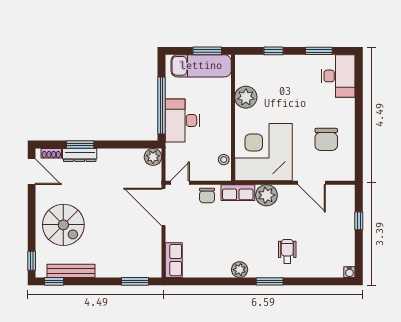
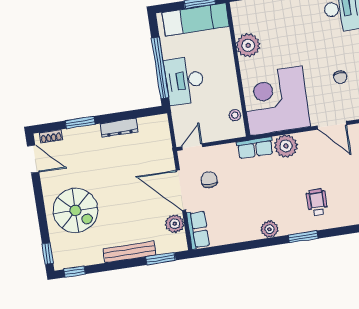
chair: (326, 139) -> (340, 77), width x0.54, depth x0.54
dresser: (80, 155) -> (119, 128), moved
plant: (153, 157) -> (175, 224), moved
chair: (207, 195) -> (209, 180), moved, turned 180
door: (163, 207) -> (181, 190), moved
bench: (71, 271) -> (130, 252), moved

